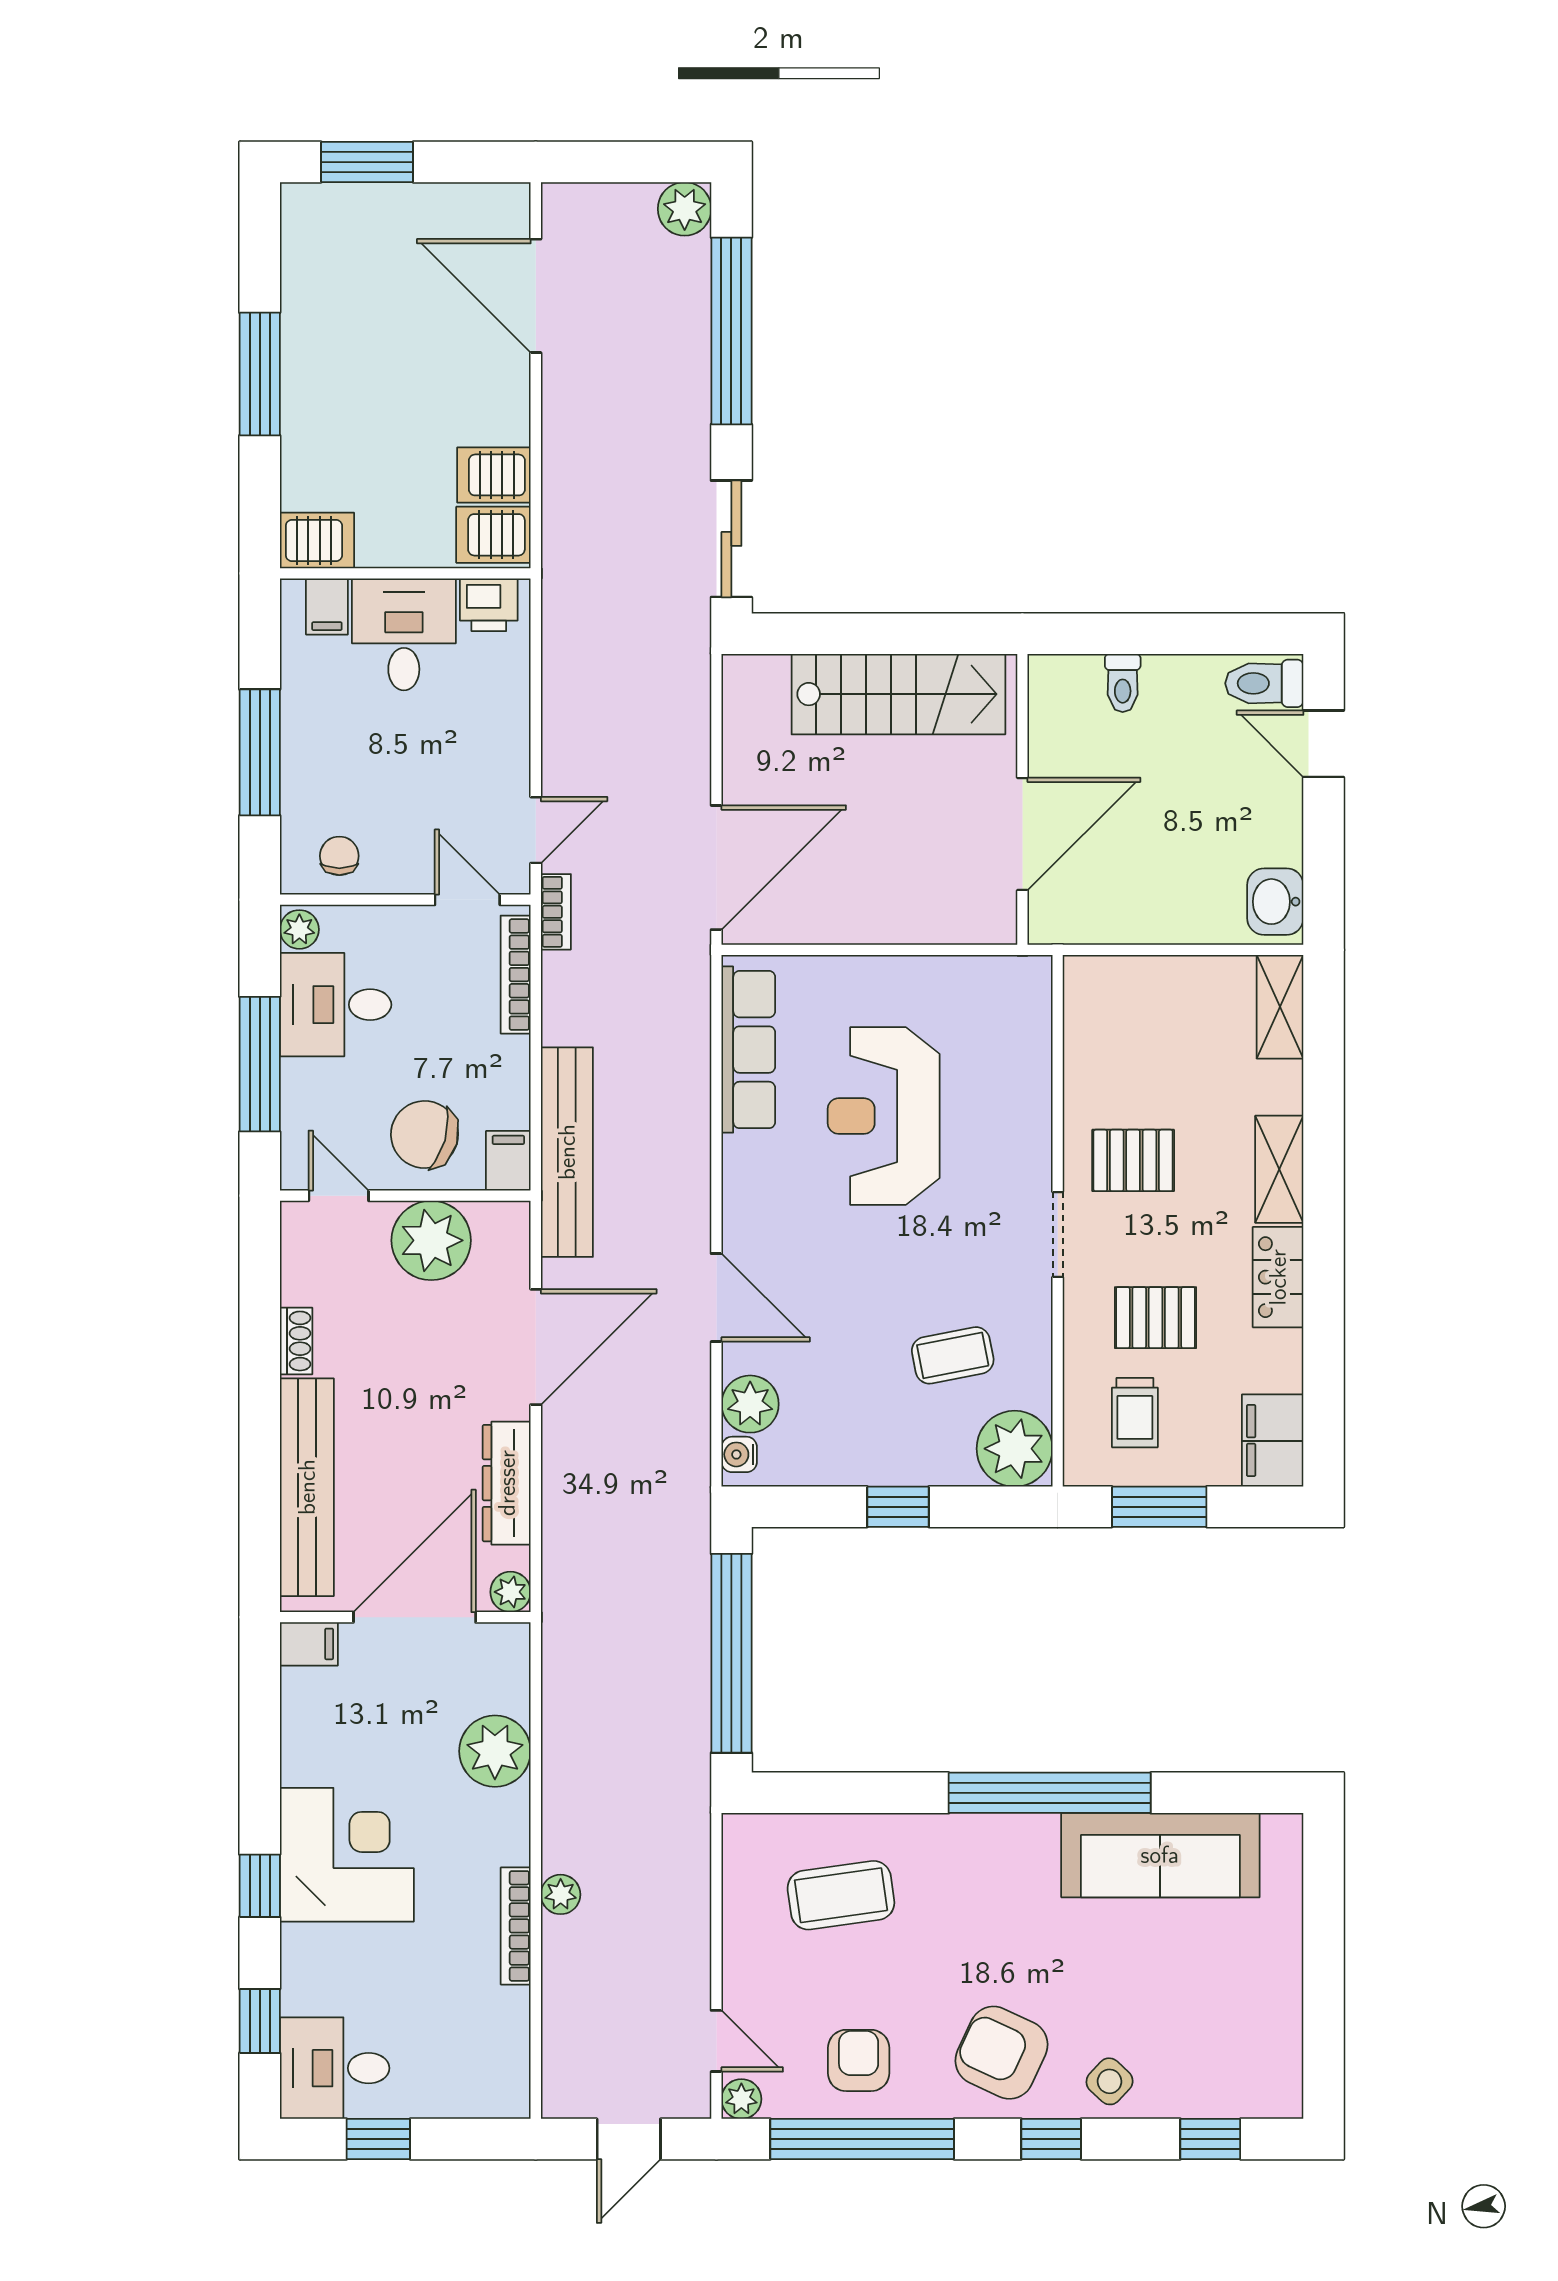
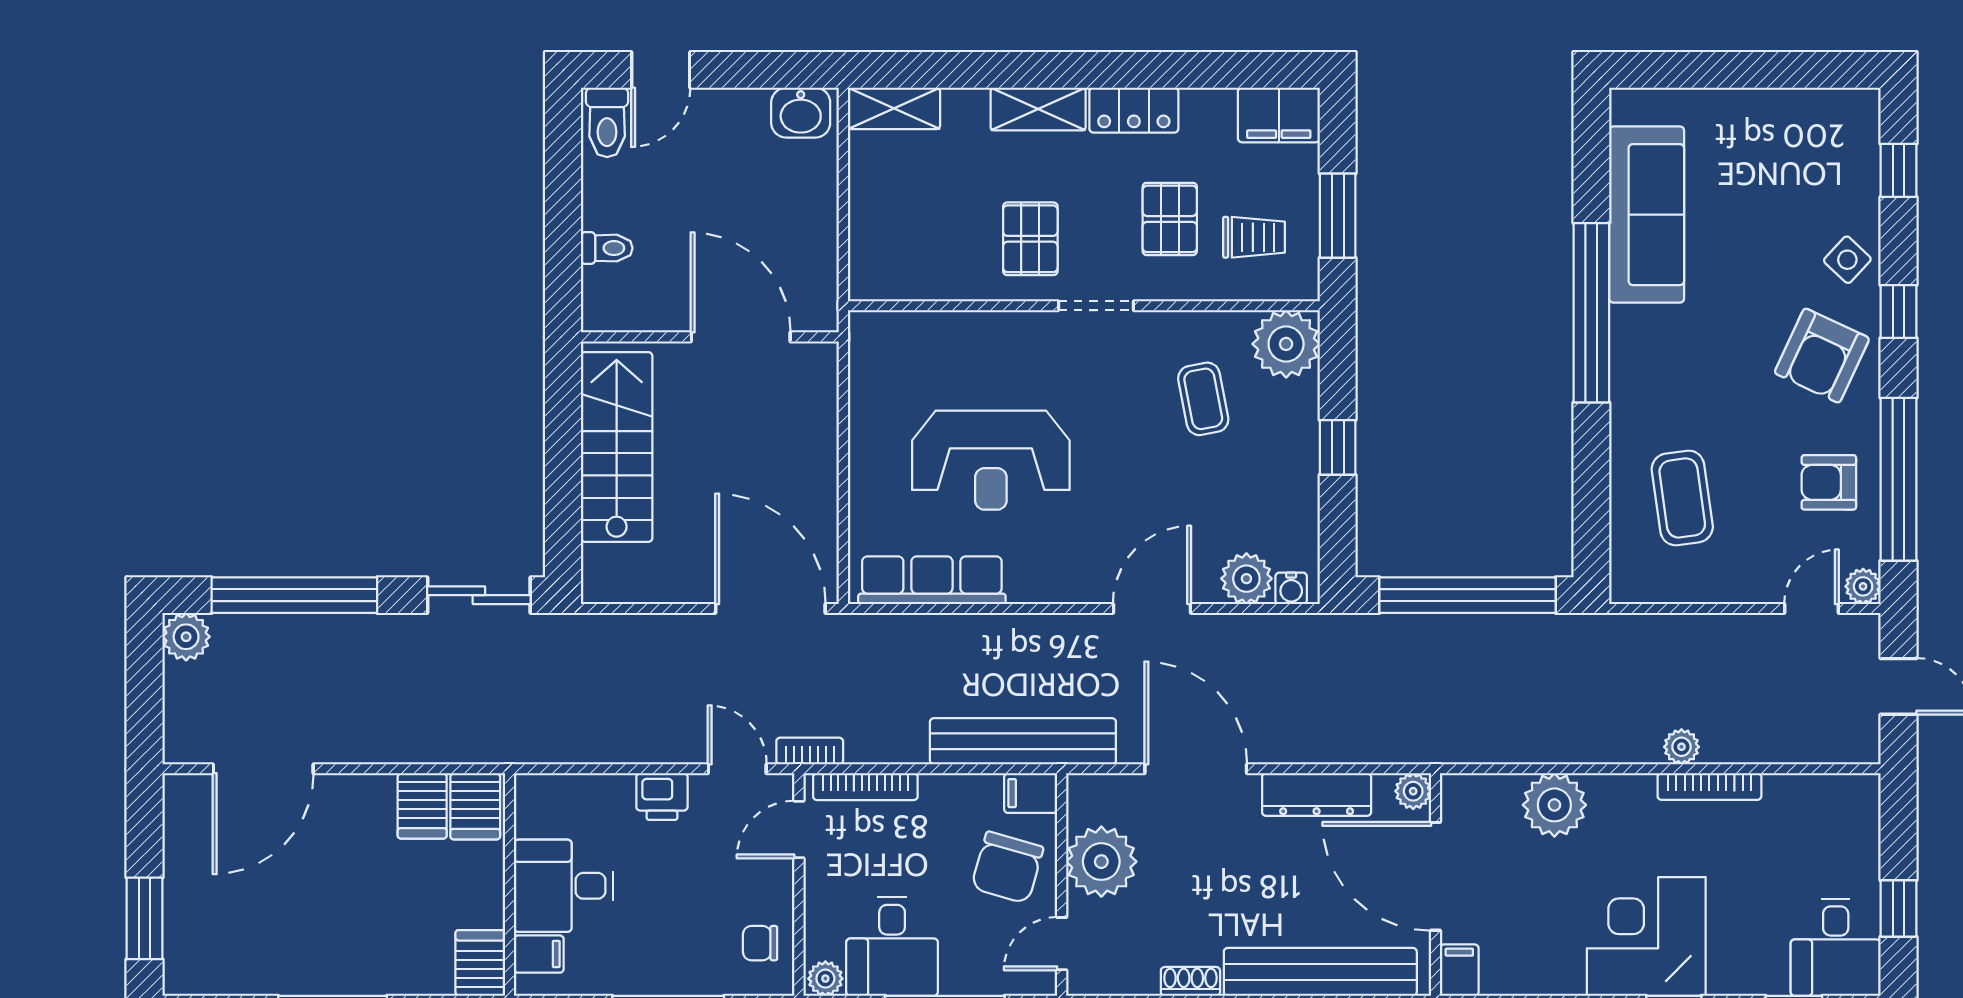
printer: (489, 605) -> (662, 797), moved, turned 90

